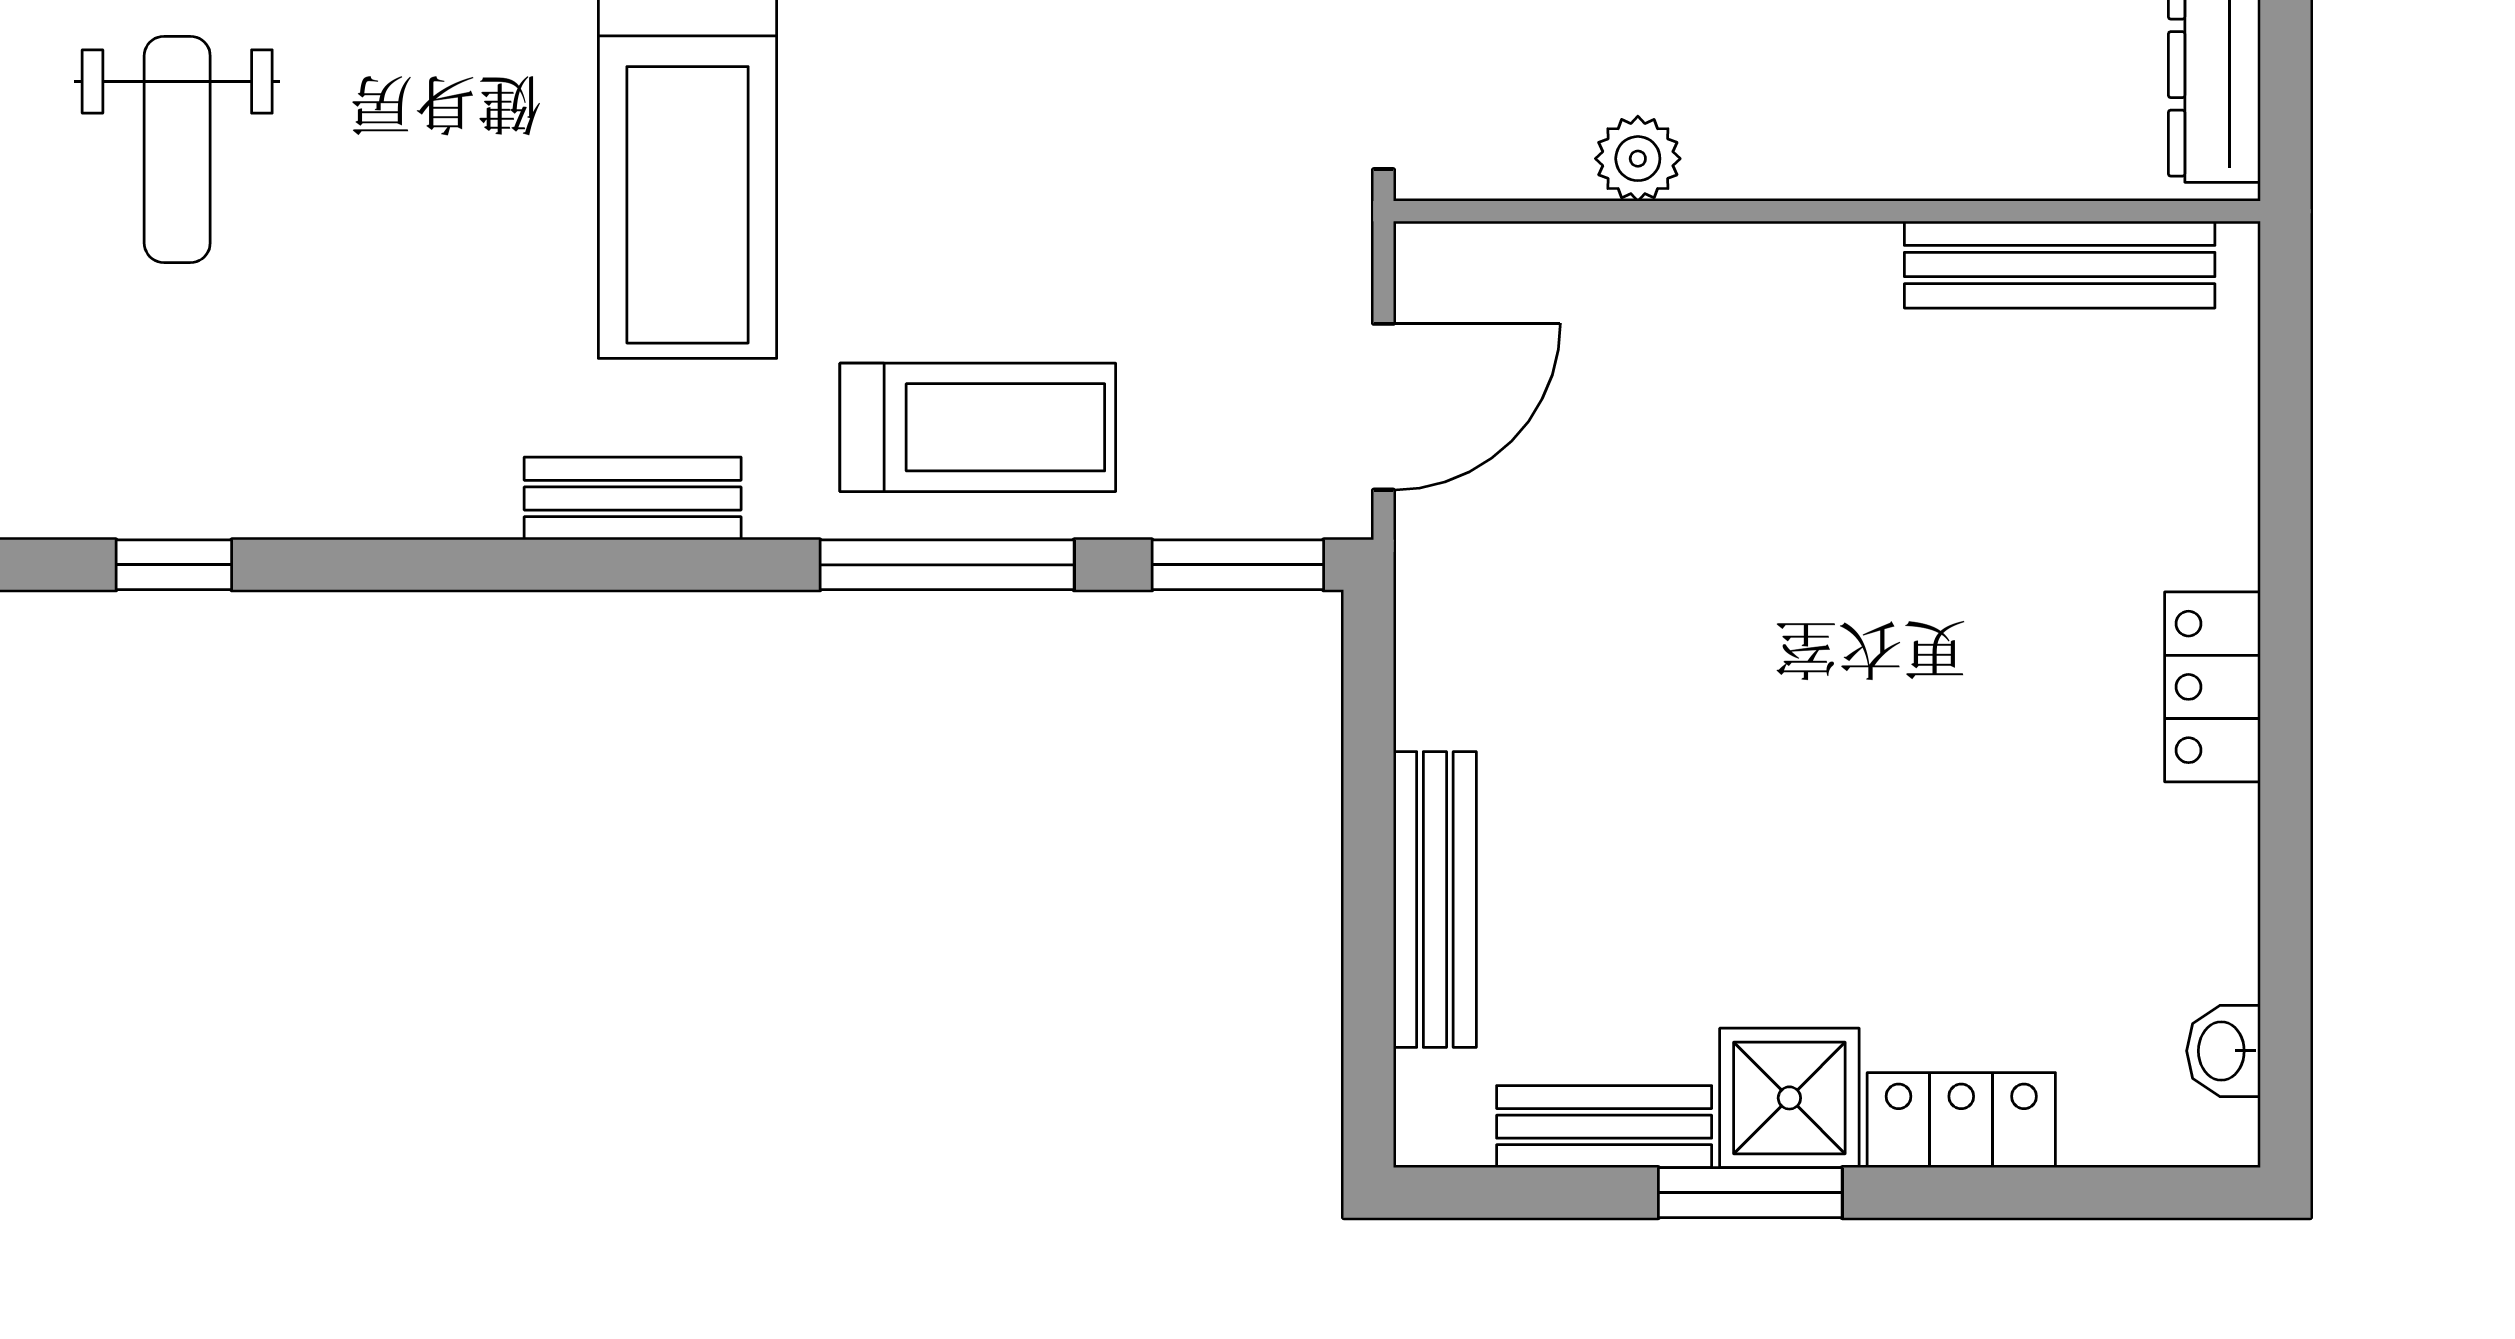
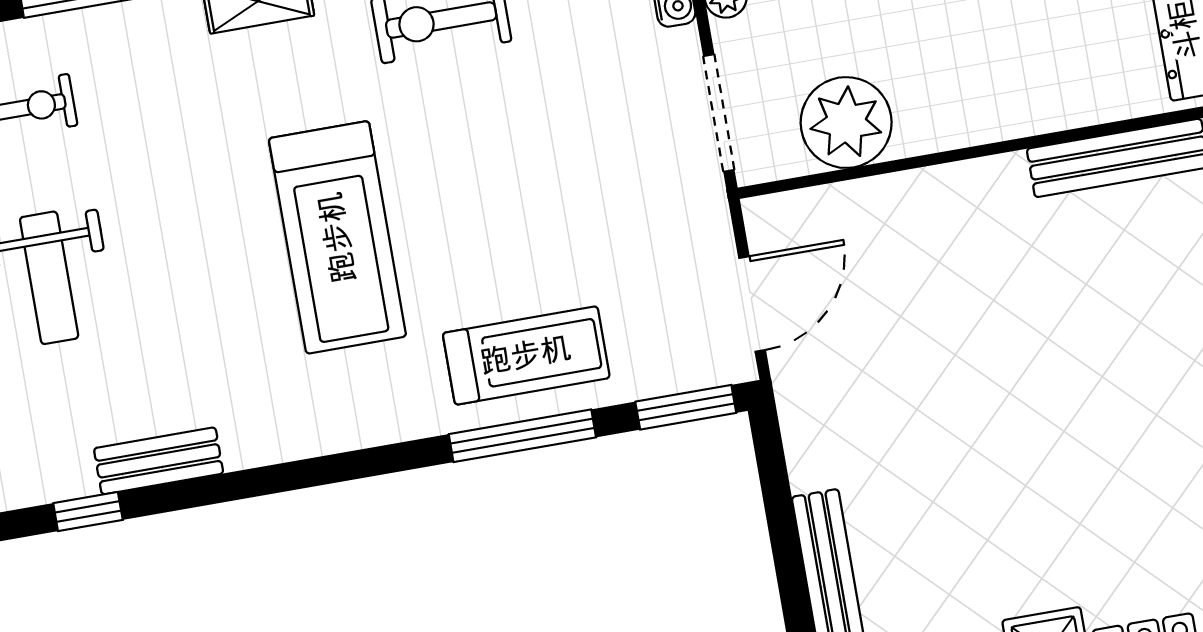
plant: (1638, 159) -> (846, 123), width x1.87, depth x1.87
bench: (633, 499) -> (159, 461), moved

